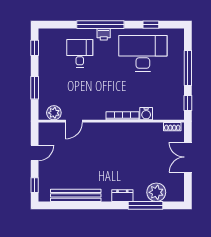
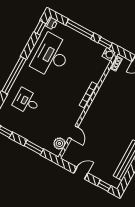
window: (151, 25) -> (40, 28), moved
printer: (104, 34) -> (51, 23), moved
water cooler: (146, 114) -> (109, 54), moved
door: (35, 153) -> (81, 173), hinge flipped

